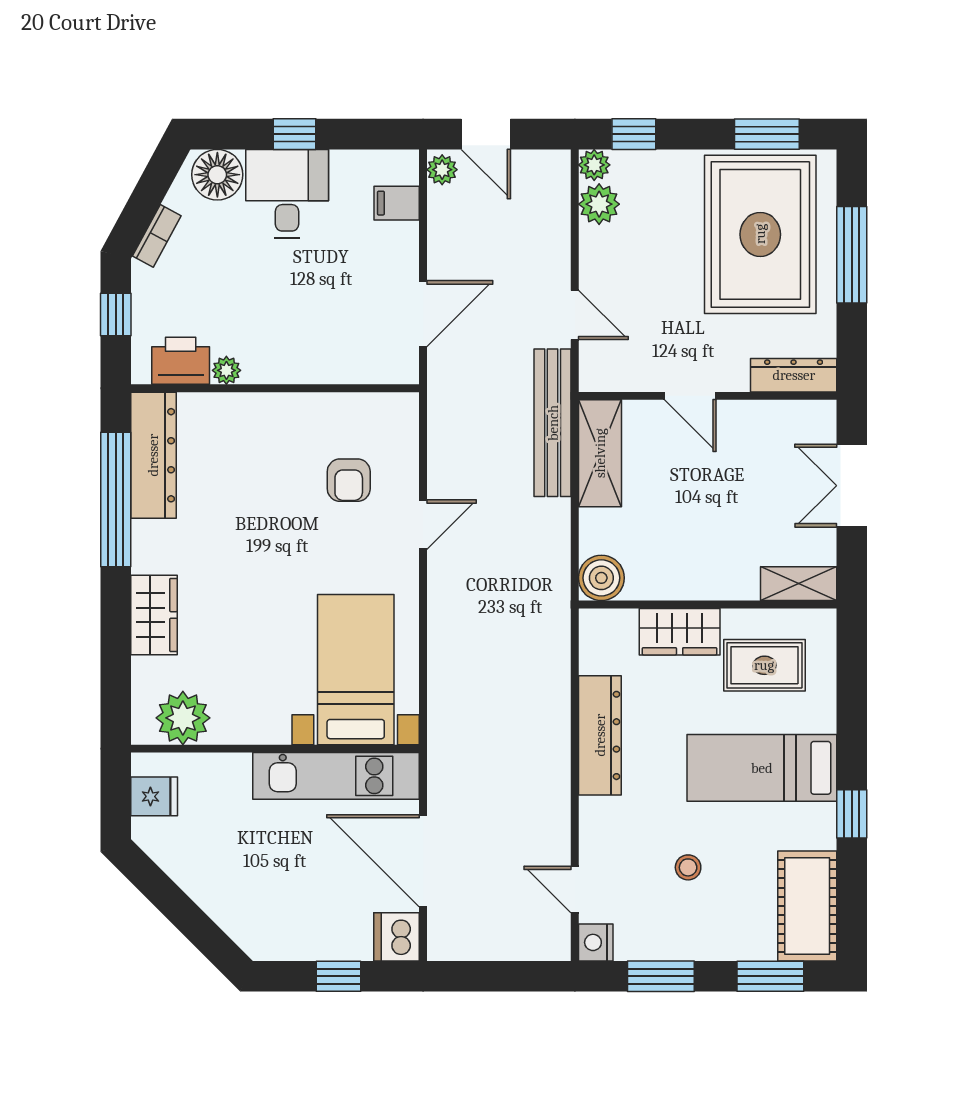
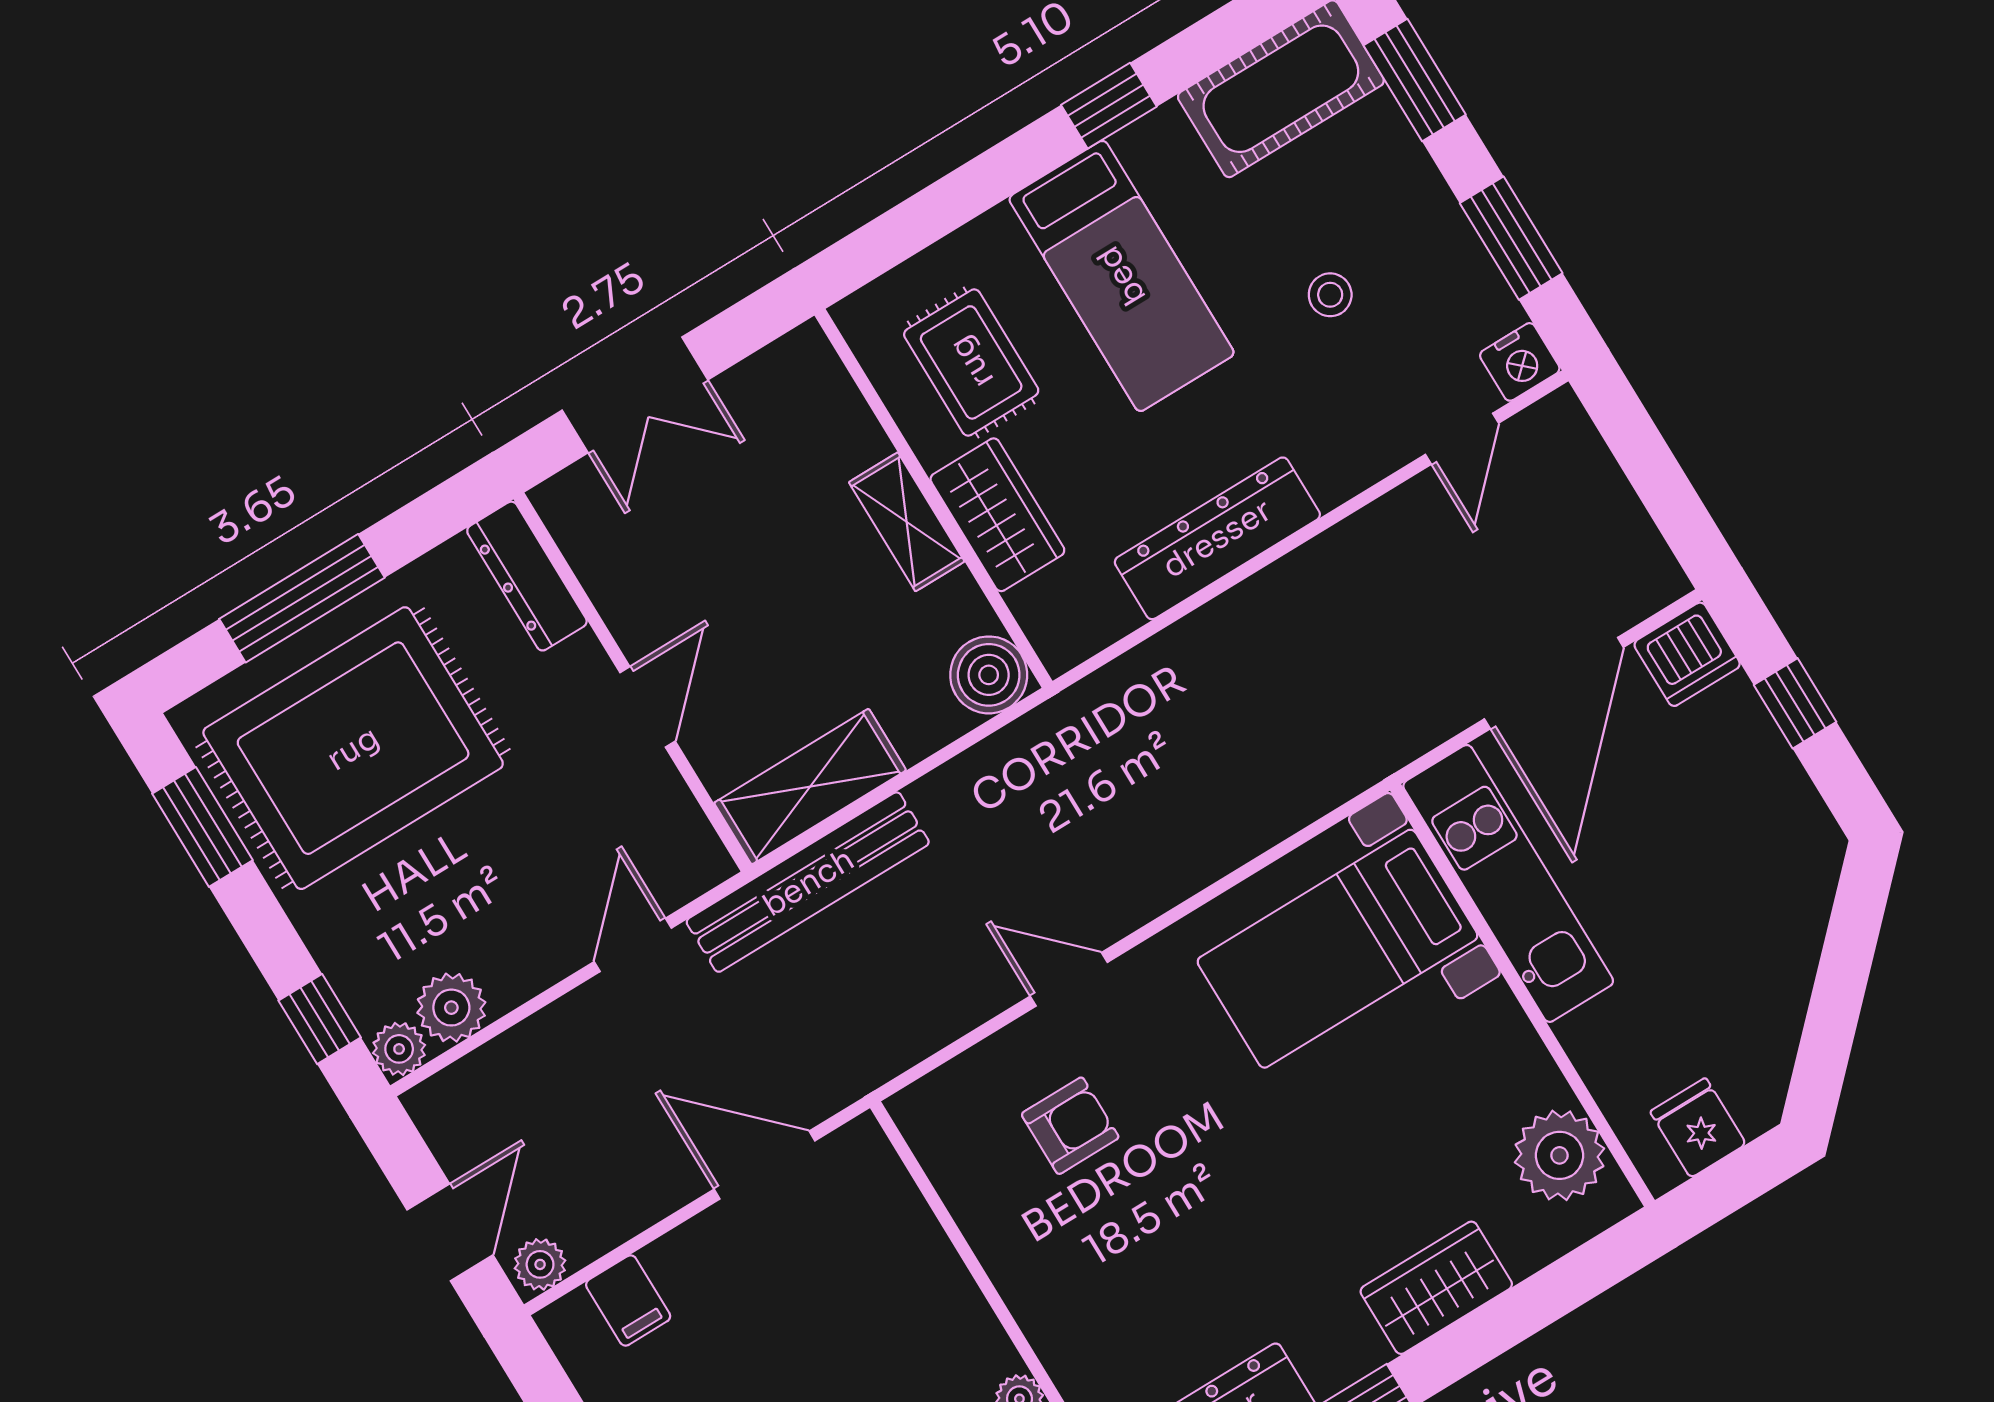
shelving: (799, 584) -> (907, 522), moved

